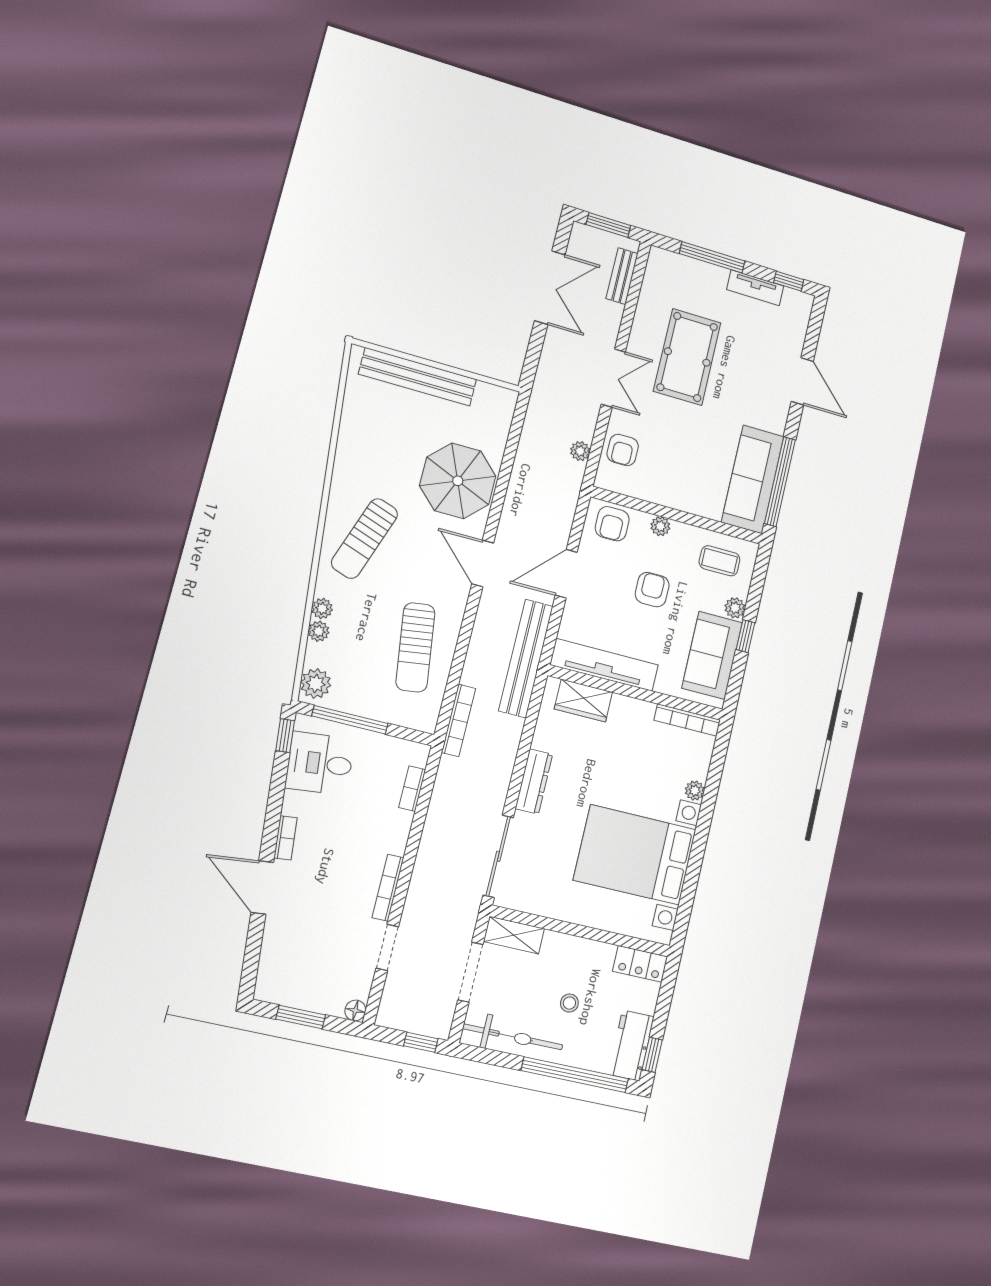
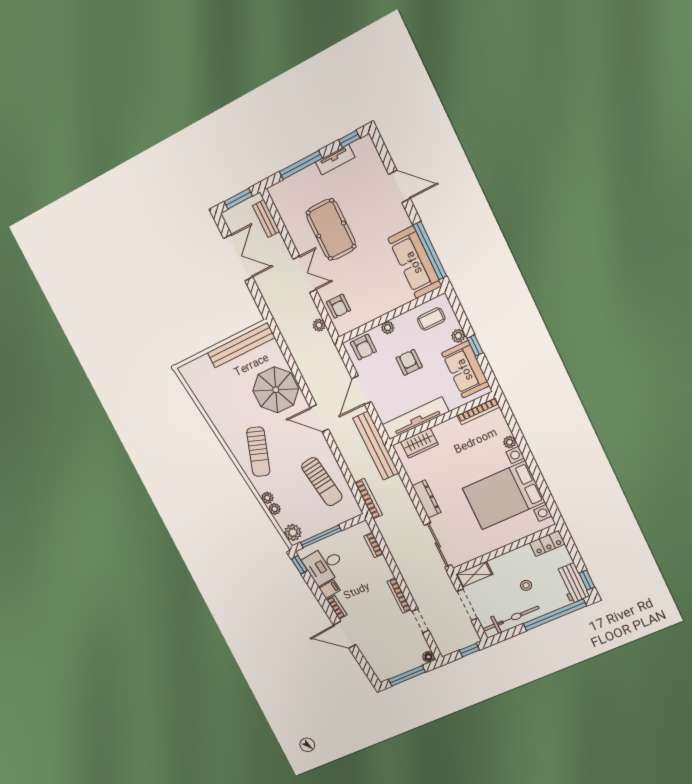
bench: (418, 377) -> (241, 345), moved
filing cabinet: (298, 804) -> (330, 589), added
window: (301, 1017) -> (407, 676), width x1.44

